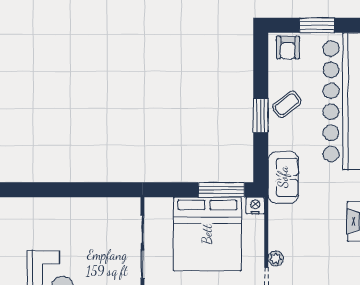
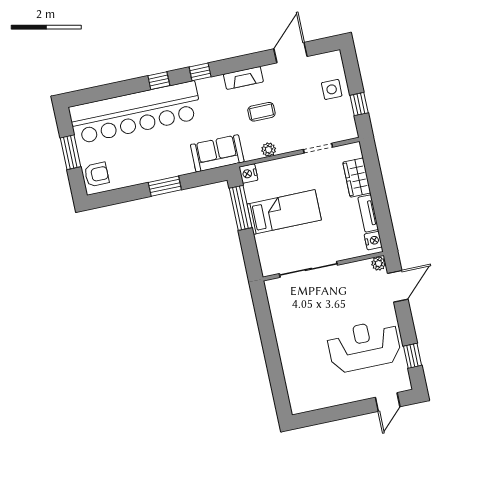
coffee table: (287, 104) -> (261, 112), moved, turned -52
bed: (207, 234) -> (284, 212), width x0.49
plant: (276, 258) -> (269, 150), moved

